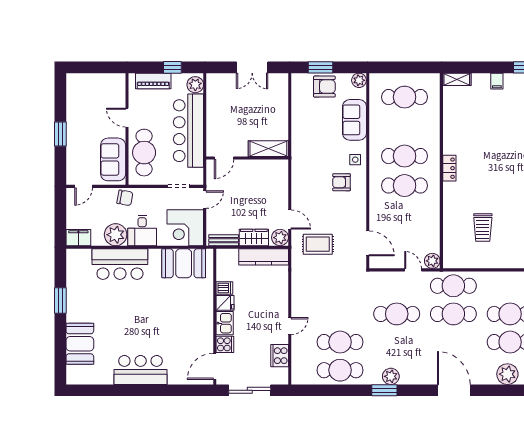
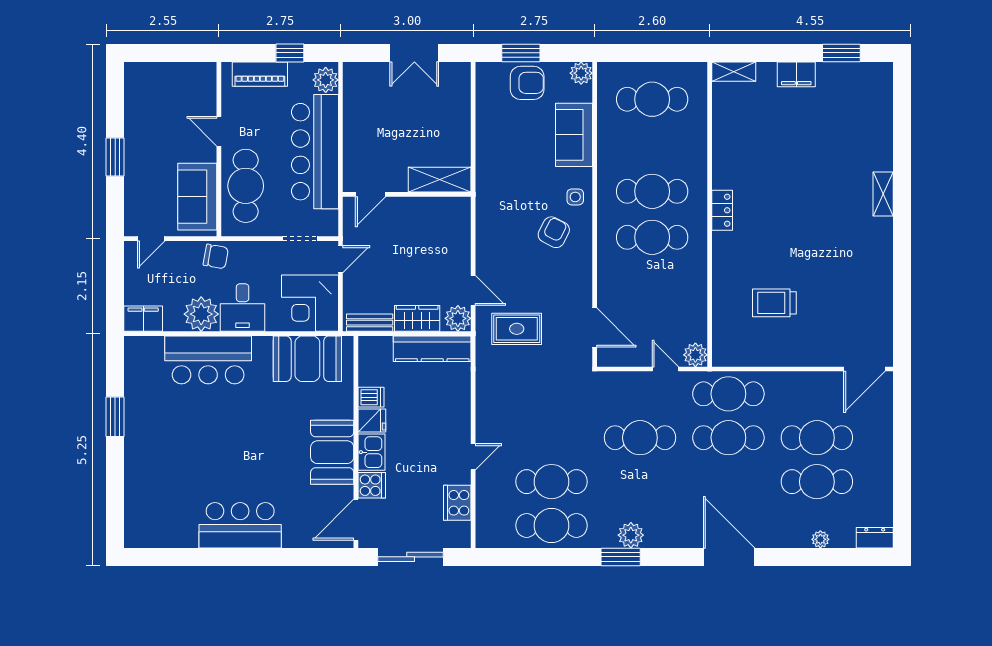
filing cabinet: (497, 81) -> (796, 74), width x2.00
armchair: (342, 182) -> (554, 232), turned 117
trolley: (483, 228) -> (774, 303), turned 90
booth: (80, 344) -> (332, 452), moved
plant: (507, 374) -> (820, 539), width x0.53, depth x0.53

